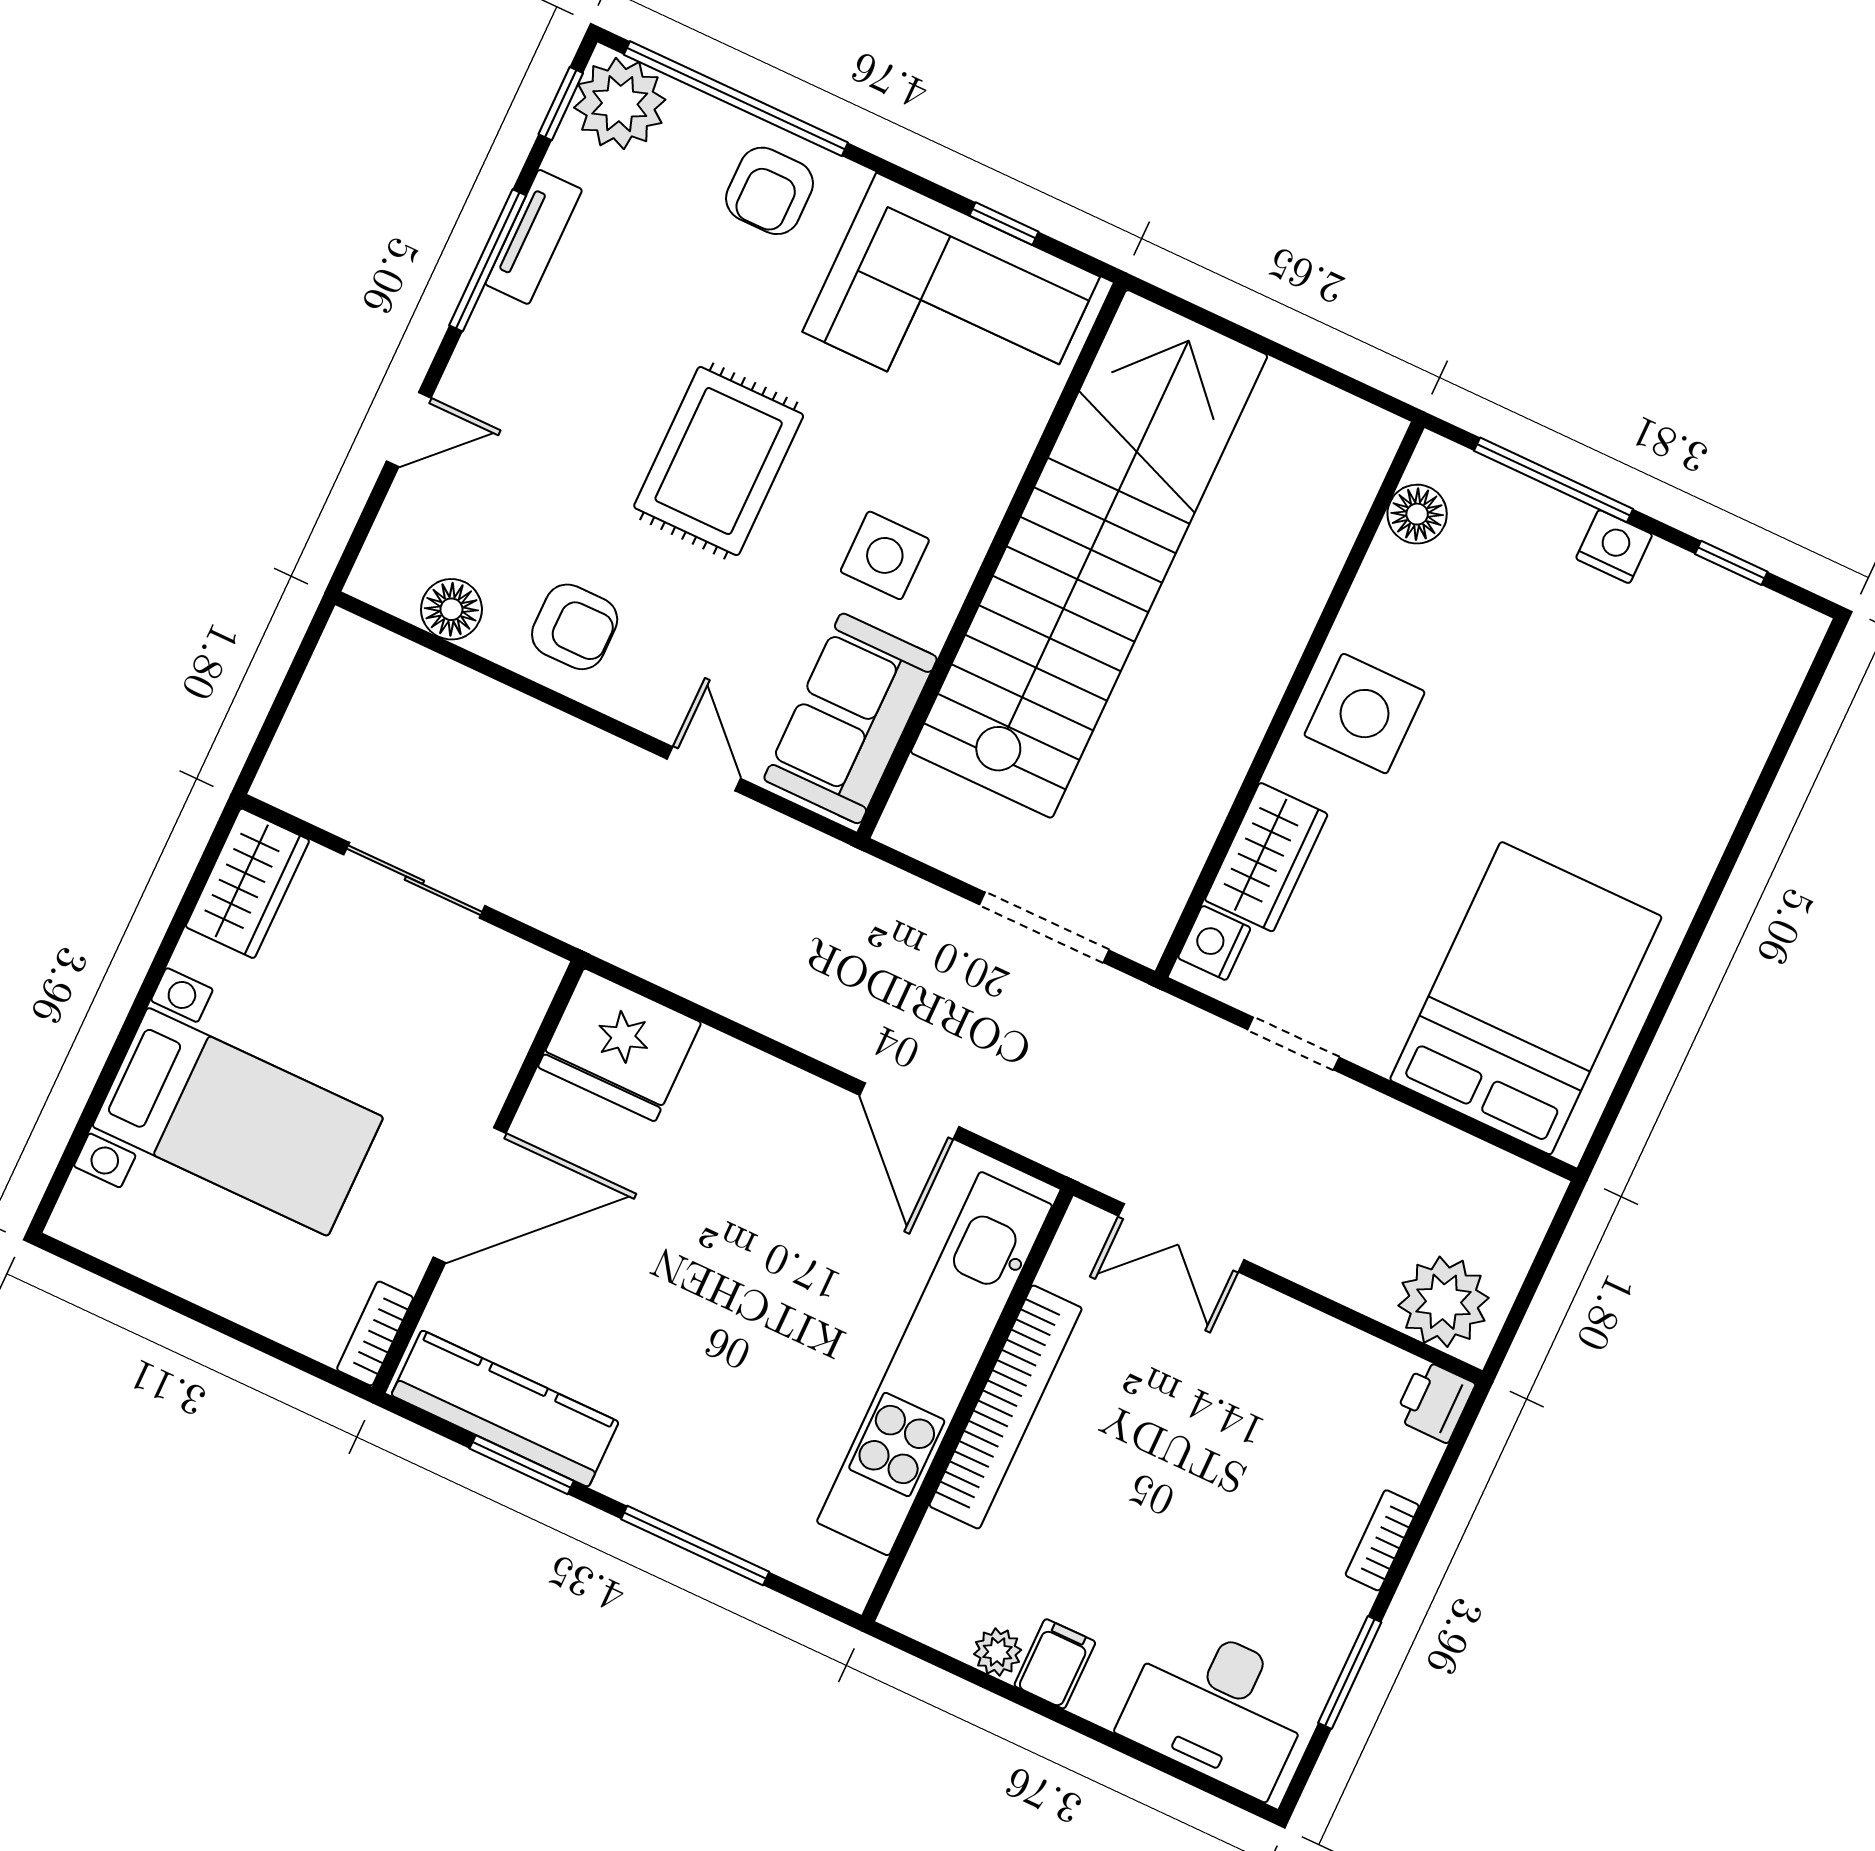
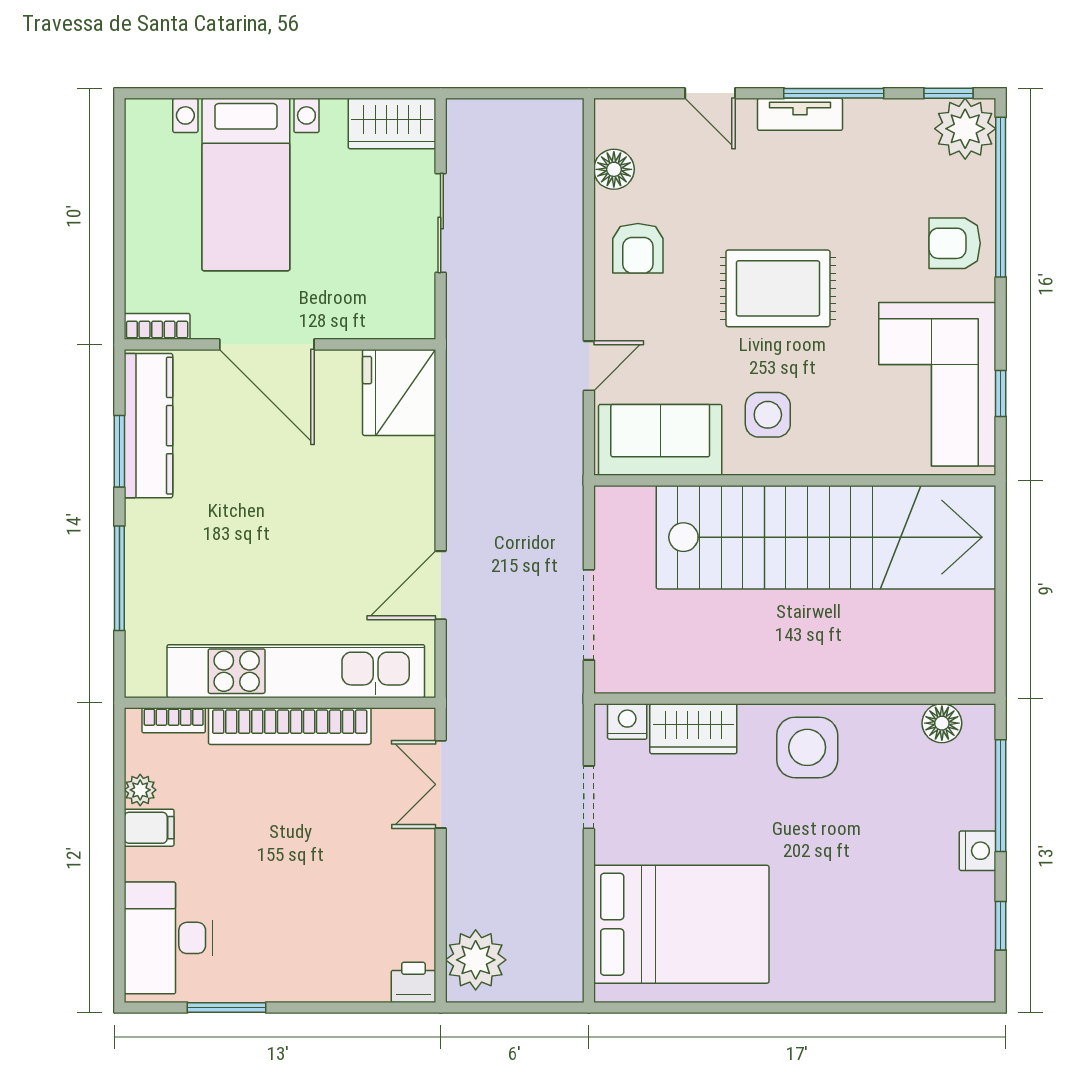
tv unit: (534, 237) -> (800, 114), moved
bookcase: (1382, 1540) -> (174, 720), moved, turned 180

